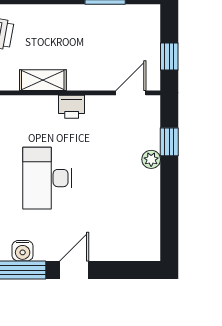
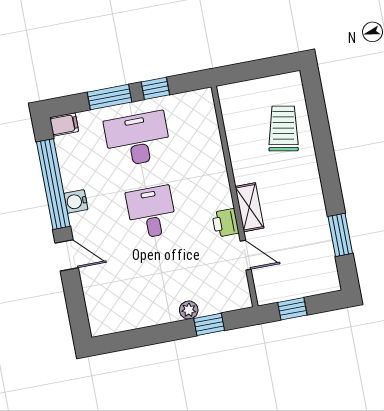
shelving: (43, 80) -> (249, 207), moved
door: (131, 93) -> (246, 255), moved
desk: (47, 178) -> (151, 212), width x0.73

